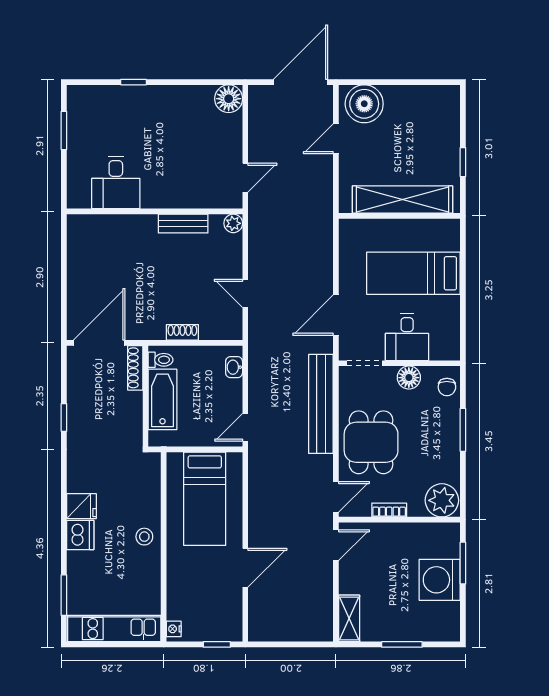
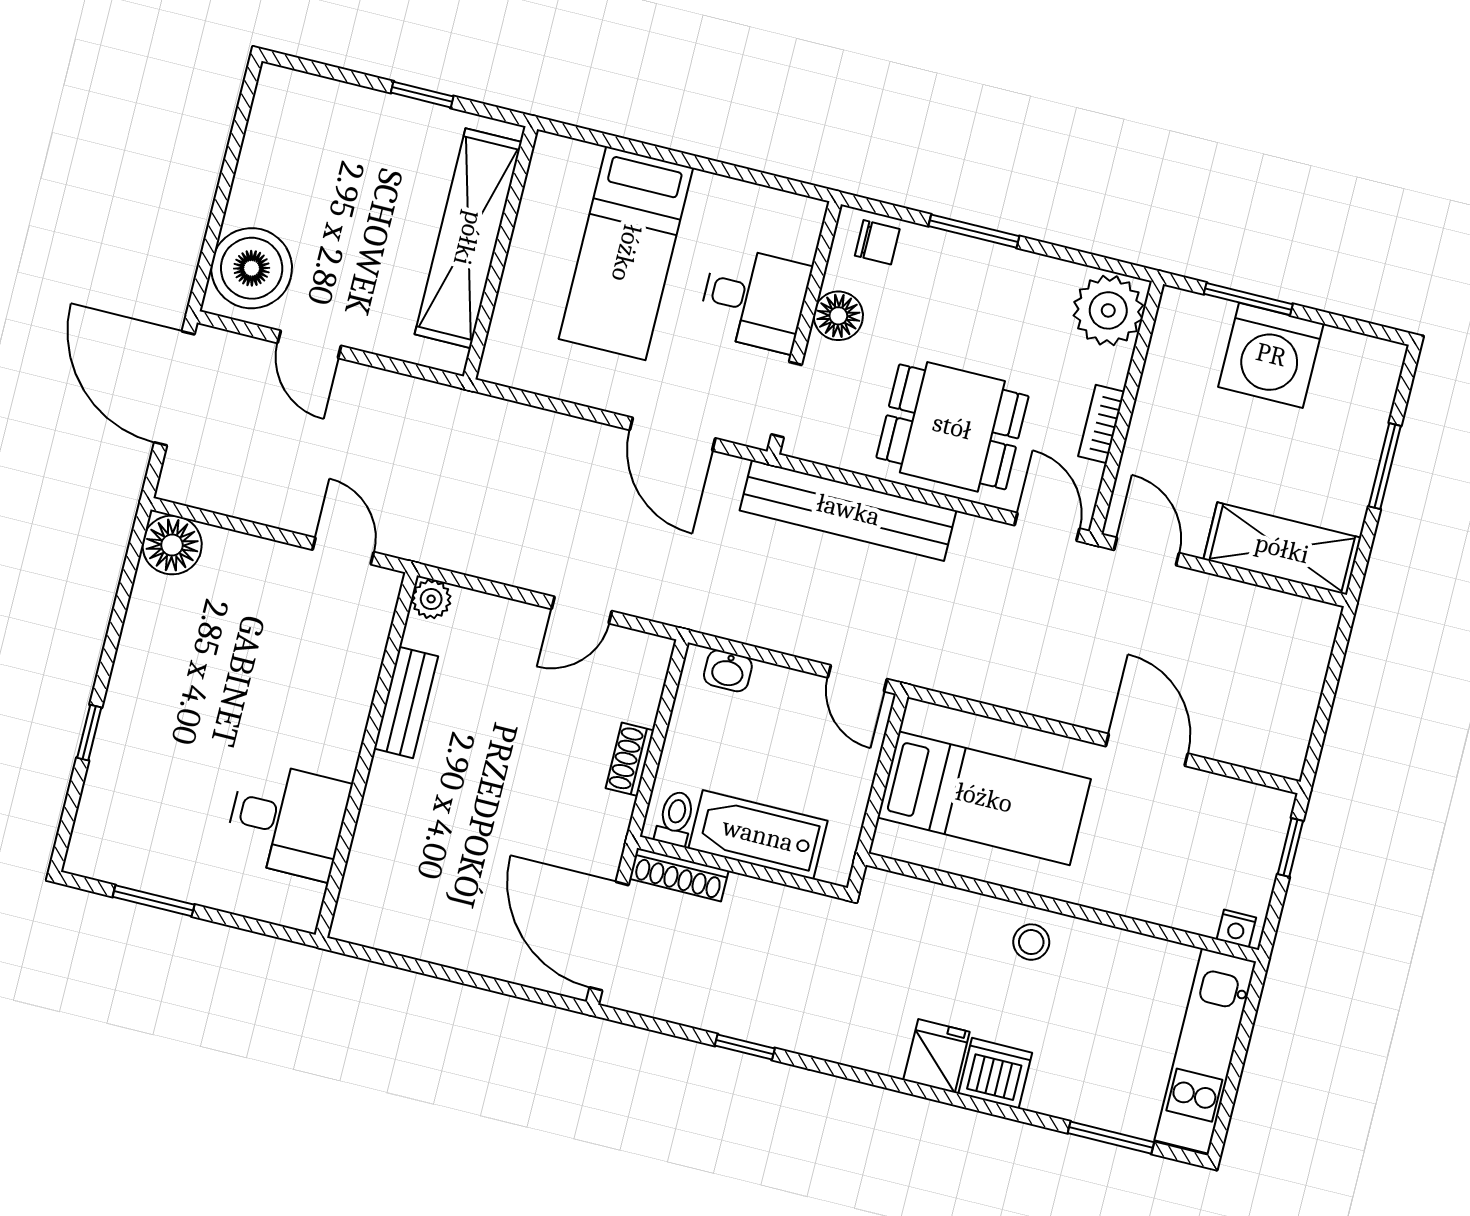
shelving: (349, 618) -> (1282, 549), width x1.50, depth x1.33

